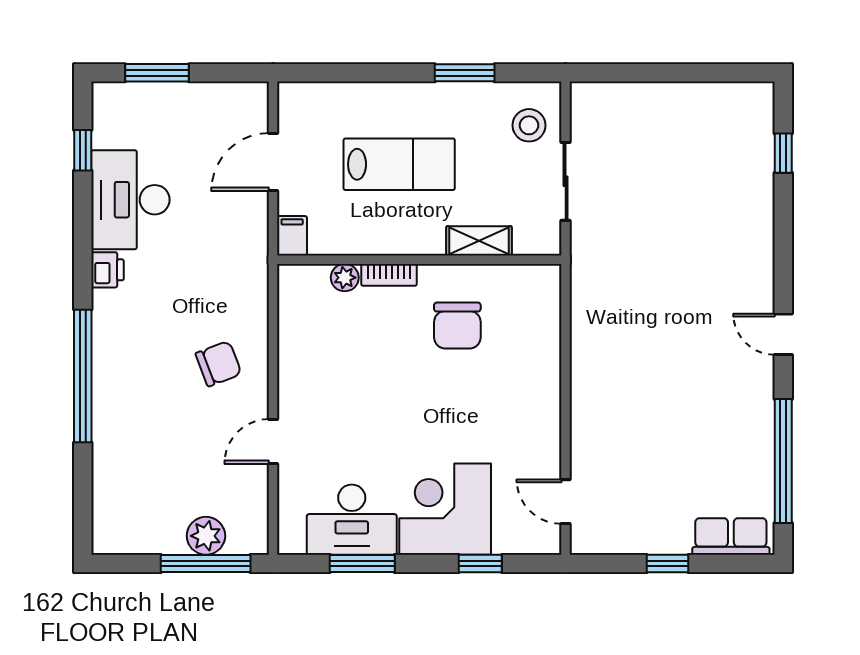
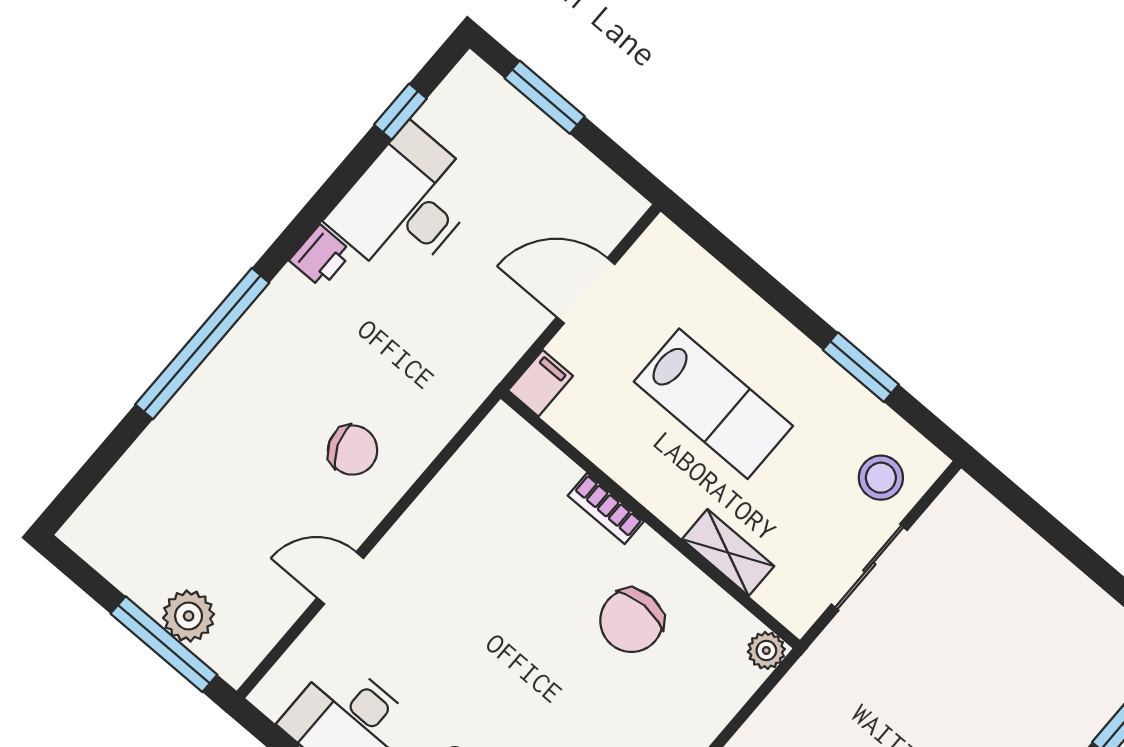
plant: (345, 278) -> (766, 650), moved

